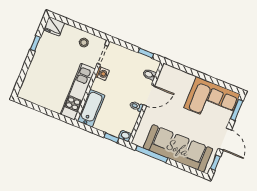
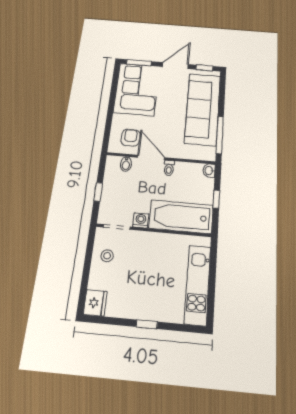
window: (35, 43) -> (147, 324), moved
window: (146, 53) -> (98, 192), moved
armchair: (170, 84) -> (131, 138), added
kitchen unit: (78, 92) -> (198, 285), moved, turned 90
bathtub: (91, 108) -> (181, 217), width x1.36, depth x1.36
window: (111, 138) -> (216, 199), moved

